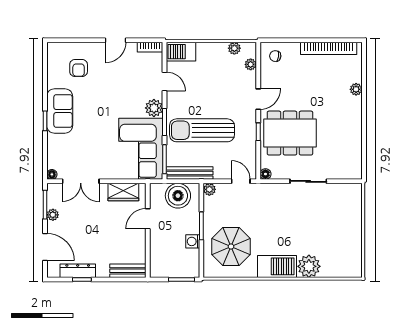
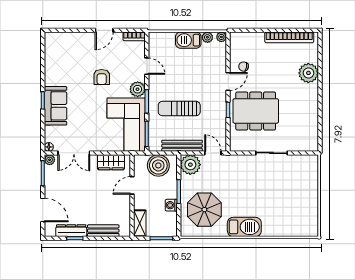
barbecue: (181, 52) -> (188, 40), moved
chair: (275, 56) -> (244, 67), moved
plant: (251, 64) -> (221, 37), moved
armchair: (79, 68) -> (102, 77), moved
plant: (356, 89) -> (308, 73), width x1.87, depth x1.87
sofa: (60, 111) -> (56, 106), moved
sun lounger: (202, 130) -> (179, 109), width x0.73, depth x0.75
bench: (190, 173) -> (182, 146), moved
floor lamp: (265, 174) -> (234, 147), removed
plant: (209, 189) -> (190, 165), width x1.88, depth x1.88
plant: (53, 215) -> (50, 160), moved
shelving: (157, 262) -> (140, 223), added
plant: (309, 266) -> (272, 227), removed
bench: (128, 271) -> (103, 231), moved

